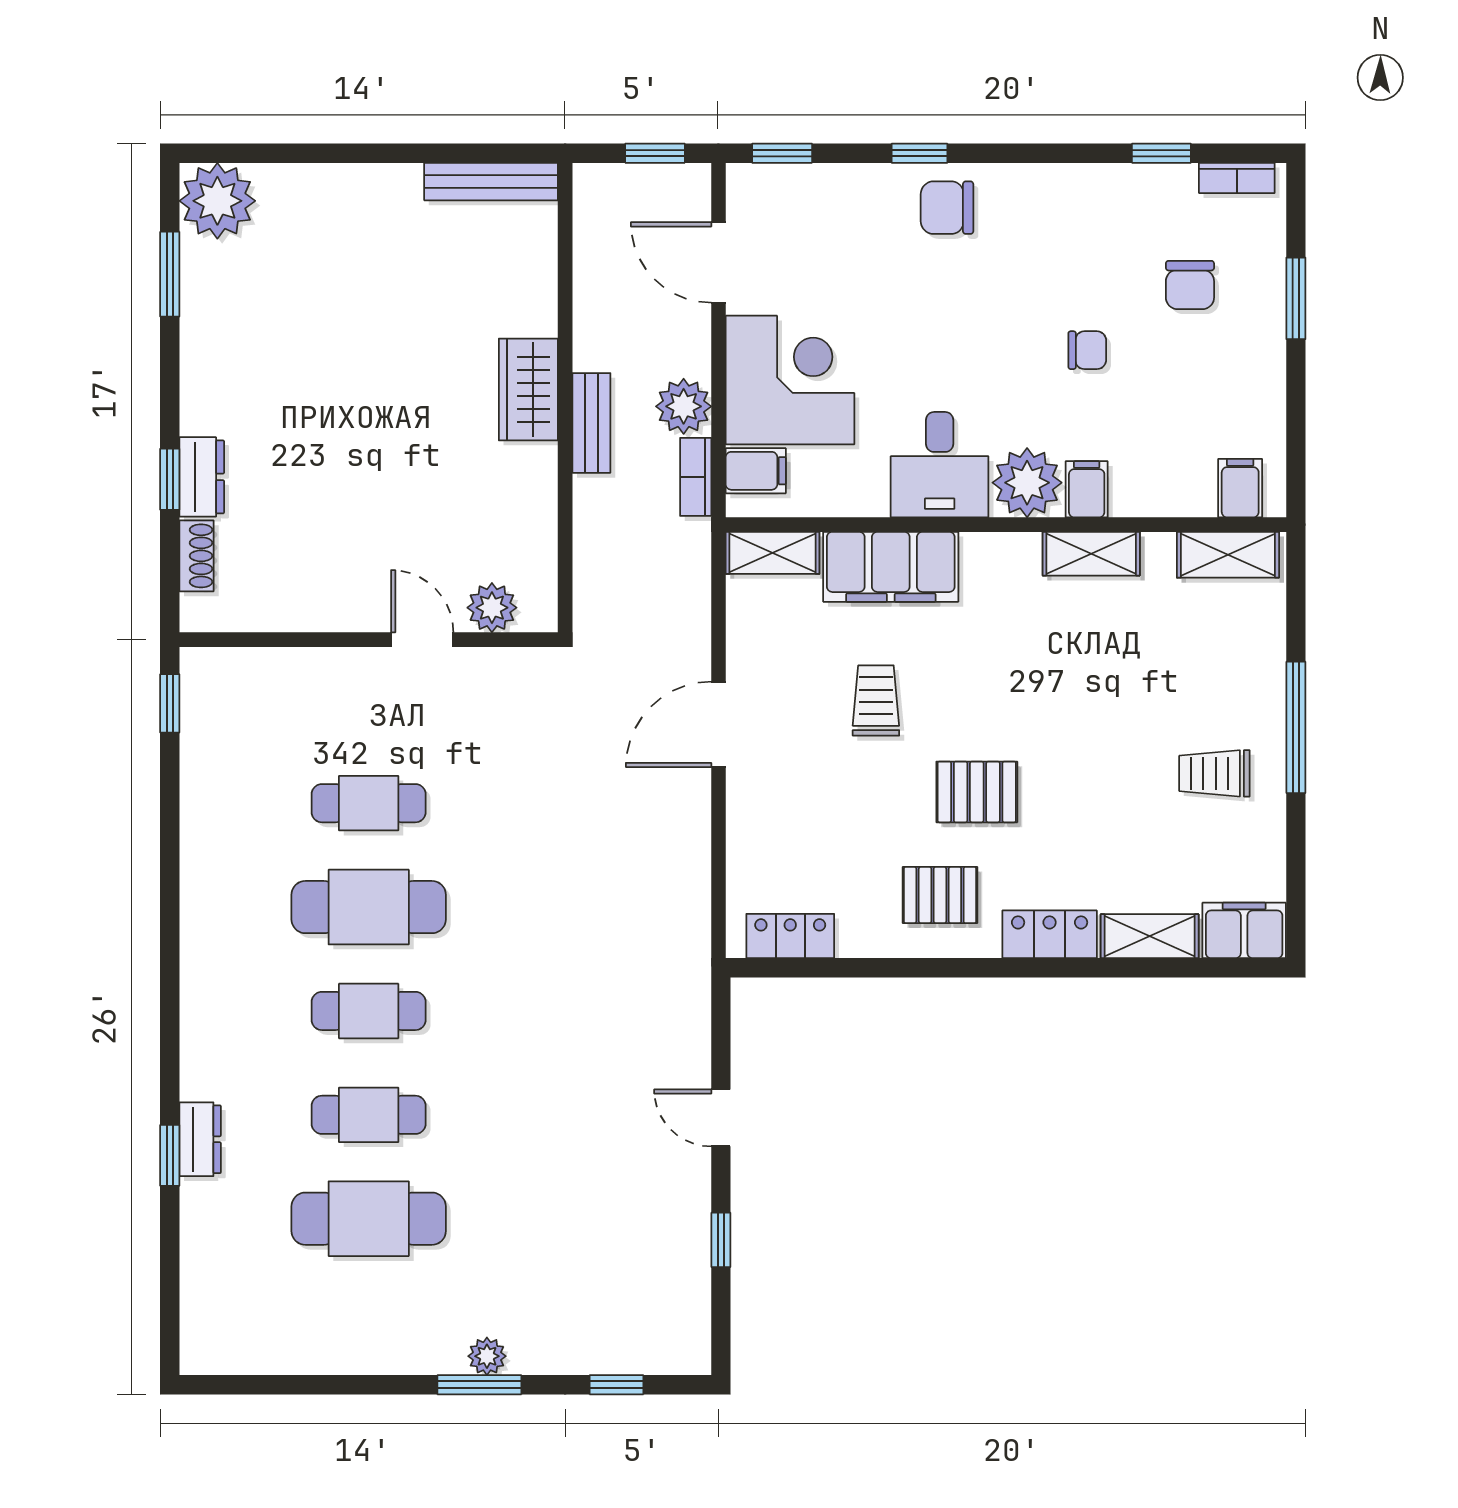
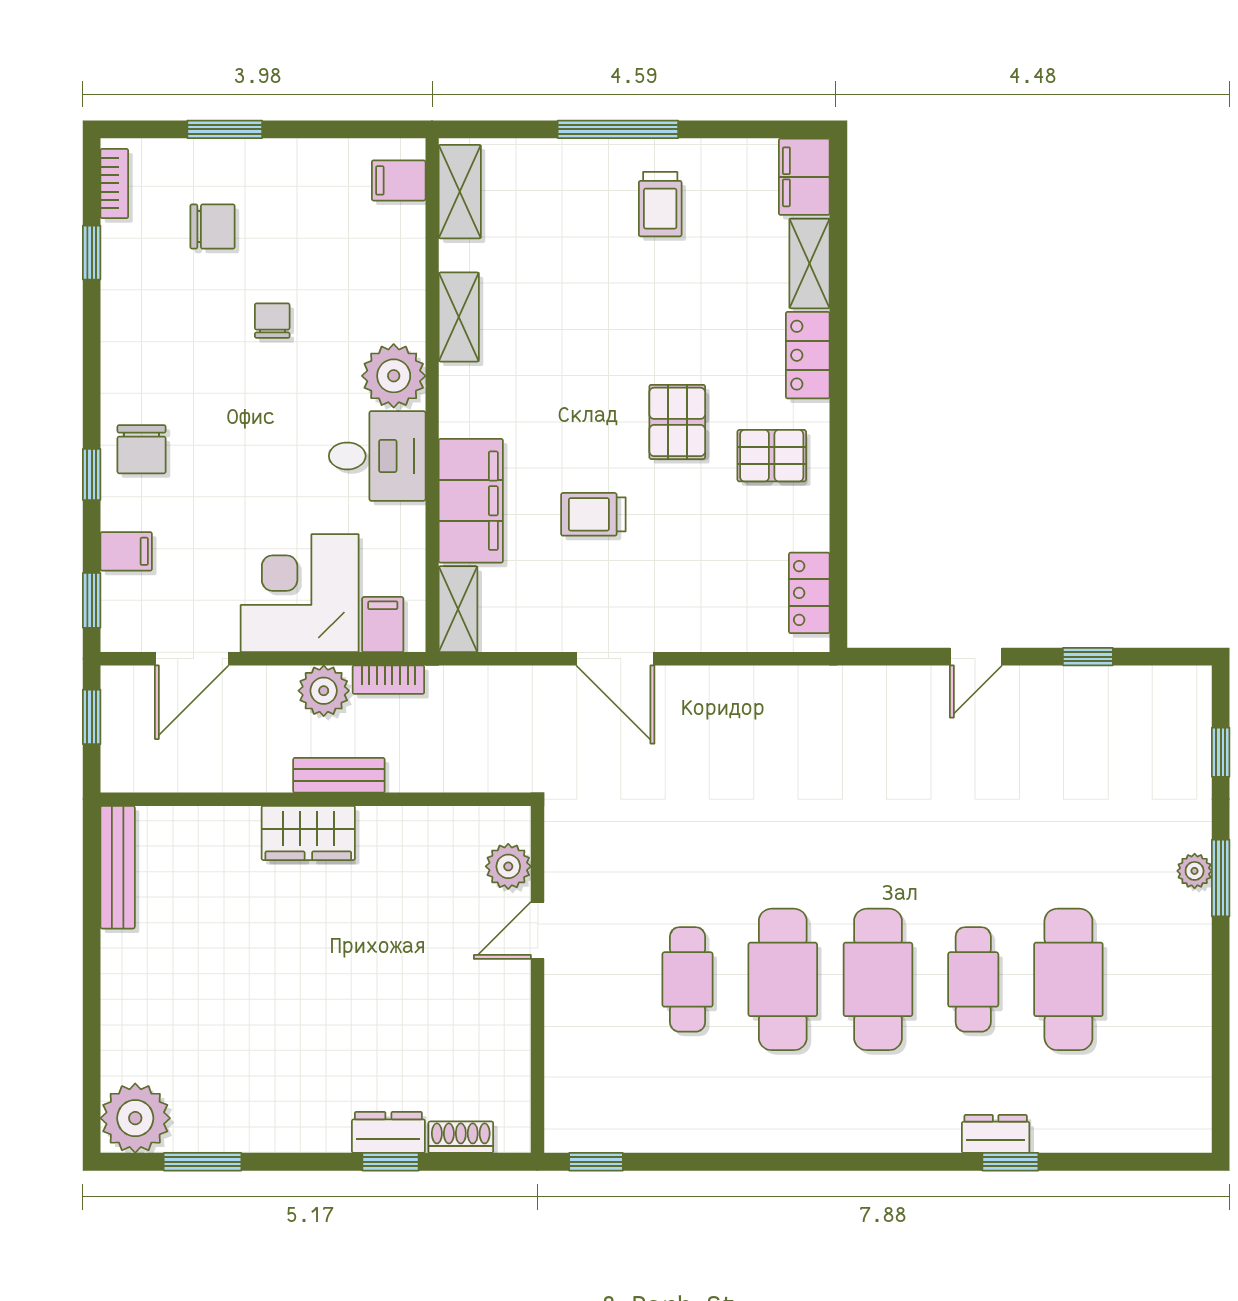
filing cabinet: (1087, 489) -> (126, 551), moved, turned 180
pallet: (940, 895) -> (772, 456), turned 90
cafe table: (369, 1011) -> (878, 979), width x1.37, depth x1.35

